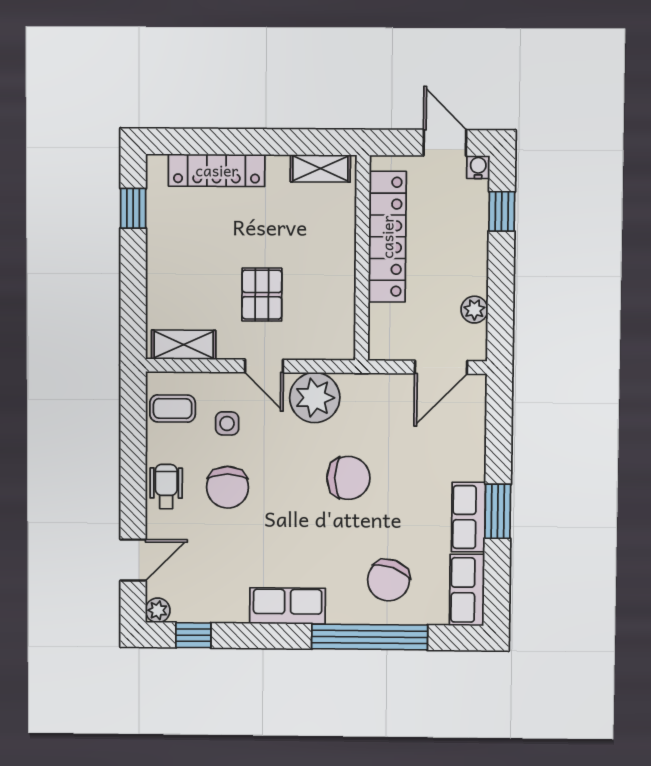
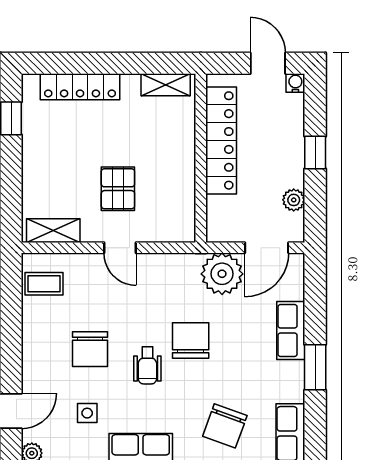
window: (502, 211) -> (315, 153), moved
plant: (315, 398) -> (222, 274), moved
side table: (227, 423) -> (87, 413), moved
chair: (348, 478) -> (191, 340), turned -90
wheelchair: (166, 487) -> (147, 365), moved, turned 180
row of seats: (468, 517) -> (291, 331), moved

